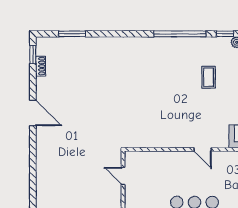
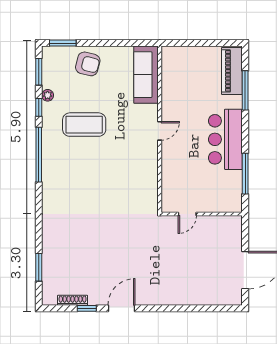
window: (33, 55) -> (87, 308), moved
shoe rack: (41, 66) -> (73, 300), width x1.43
coffee table: (209, 77) -> (84, 125), width x1.86, depth x1.72

